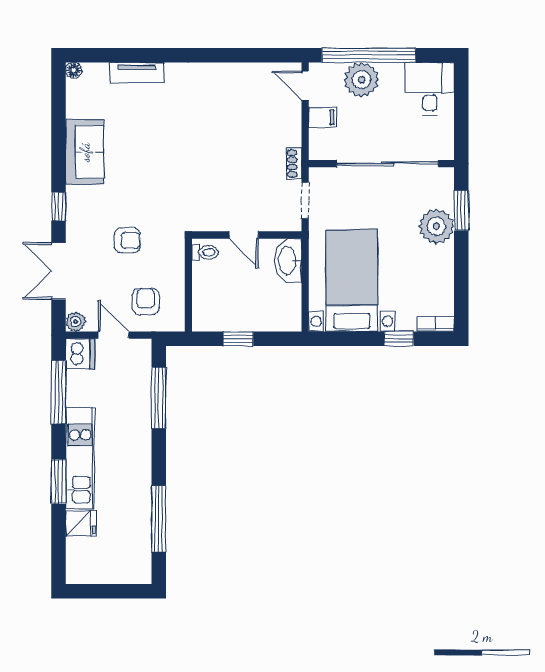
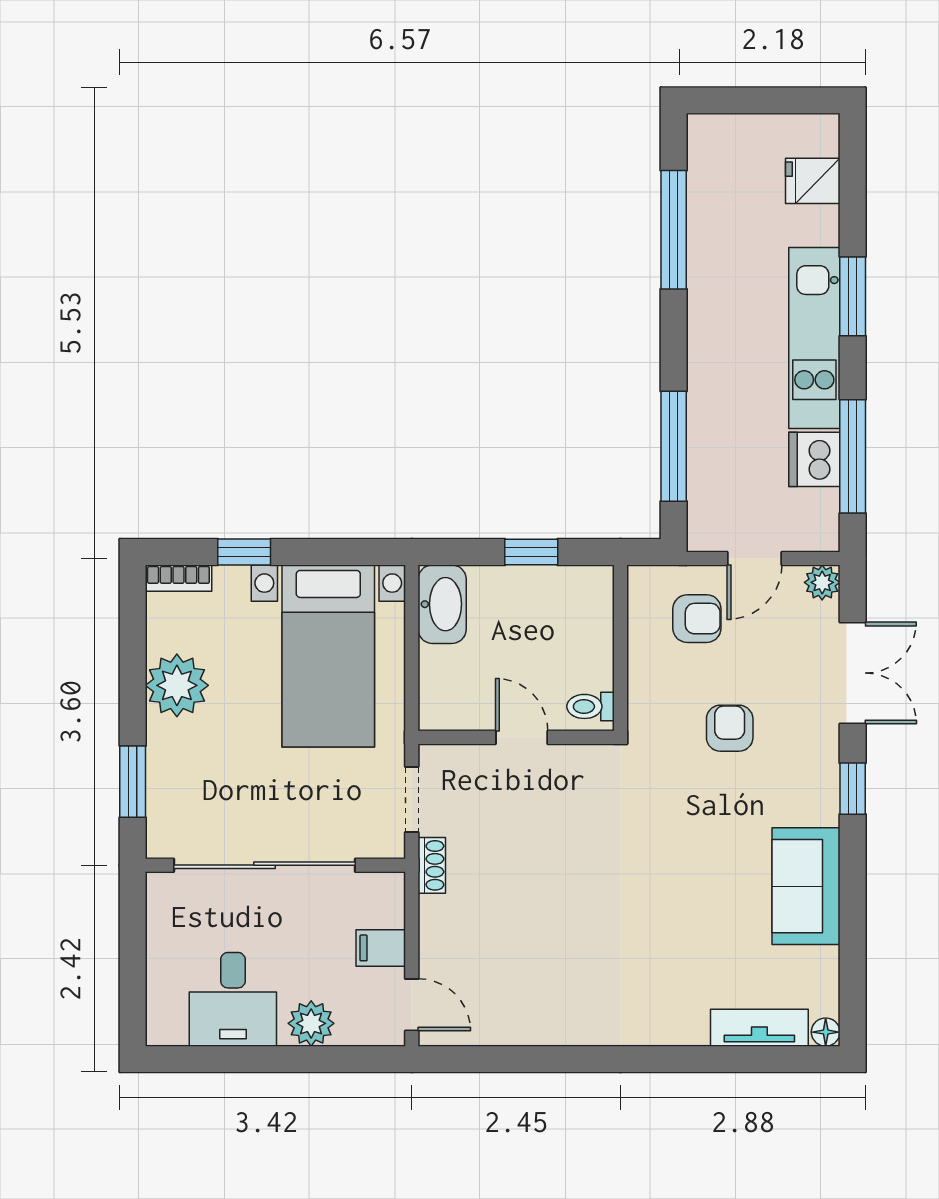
window: (369, 55) -> (298, 1059), removed
tv unit: (137, 73) -> (759, 1028), moved
plant: (361, 80) -> (311, 1023), width x0.73, depth x0.73
desk: (430, 89) -> (233, 999), moved
plant: (436, 226) -> (177, 685), moved
armchair: (127, 240) -> (730, 728), turned 90
washbasin: (288, 261) -> (442, 604), moved
armchair: (146, 301) -> (697, 619), turned -90
door: (114, 335) -> (754, 558), hinge flipped
dishwasher: (80, 354) -> (814, 459), moved
fridge: (81, 524) -> (813, 181), moved

